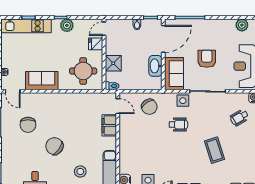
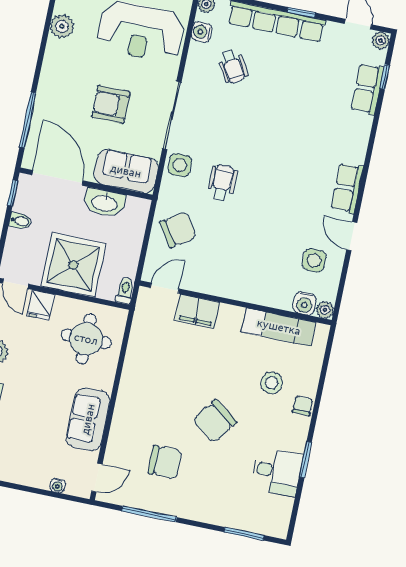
shower: (113, 63) -> (73, 265), width x1.86, depth x1.86
coffee table: (214, 150) -> (284, 125), removed

